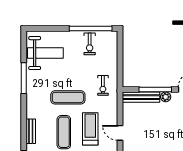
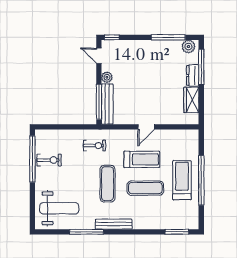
weight bench: (45, 53) -> (59, 208), turned 90
window: (155, 90) -> (99, 102), moved
treadmill: (90, 129) -> (142, 159), turned 180
bench: (31, 131) -> (114, 224), moved, width x1.36

